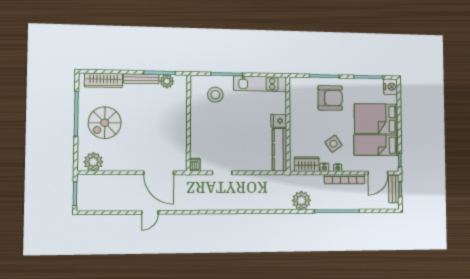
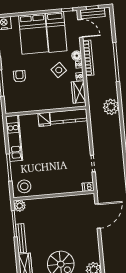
plant: (167, 81) -> (20, 206), moved
stool: (215, 95) -> (24, 186), moved
armchair: (330, 98) -> (20, 76), width x0.53, depth x0.53
floor lamp: (348, 166) -> (77, 56), added
plant: (301, 201) -> (111, 107), moved

